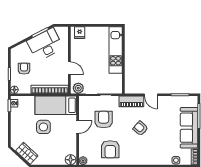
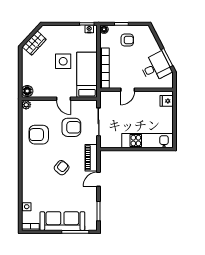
desk: (45, 45) -> (156, 67), width x0.73
plant: (78, 88) -> (106, 99), removed

